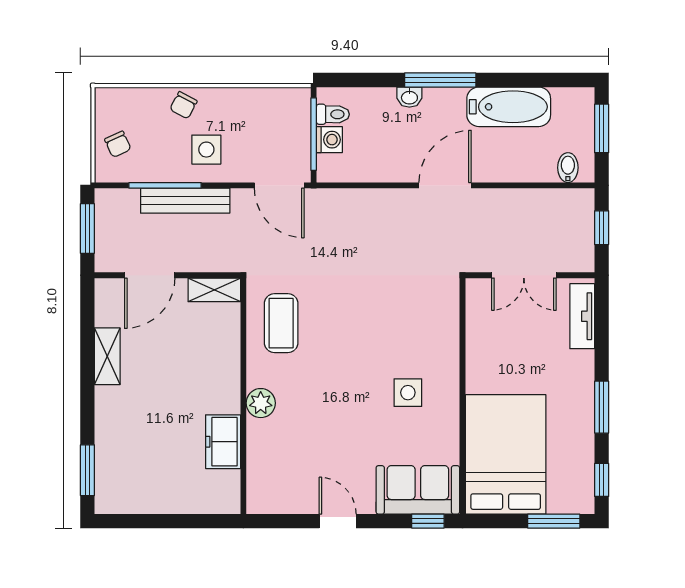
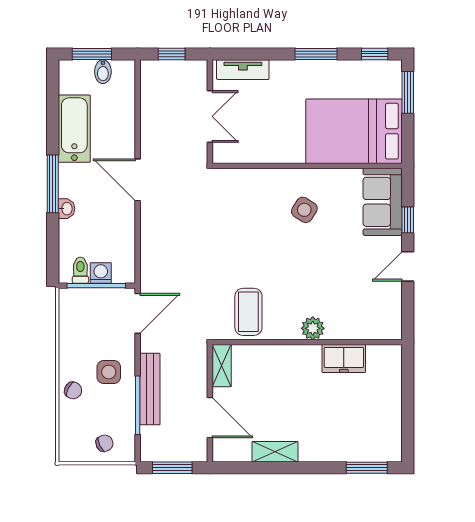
bidet: (568, 168) -> (103, 72), moved, turned -90
coffee table: (281, 323) -> (248, 312), turned 90
side table: (408, 393) -> (304, 210), turned 32
window: (428, 521) -> (408, 220), moved

